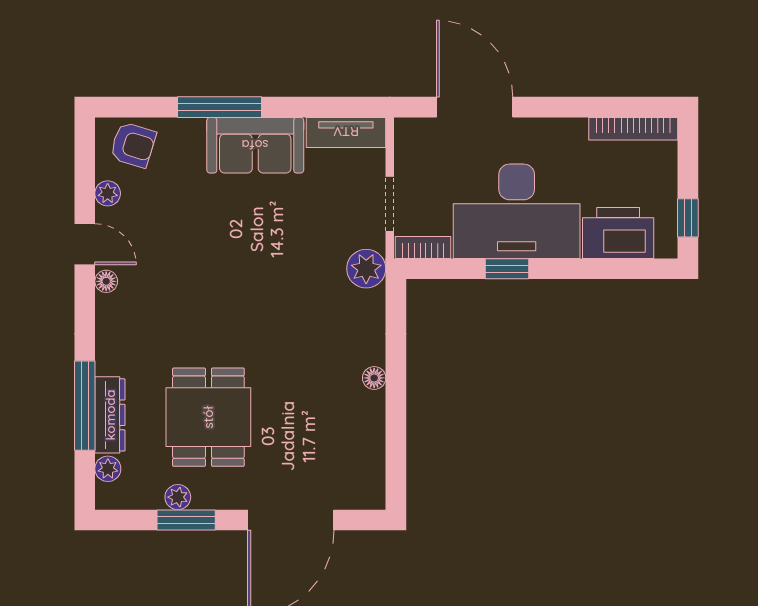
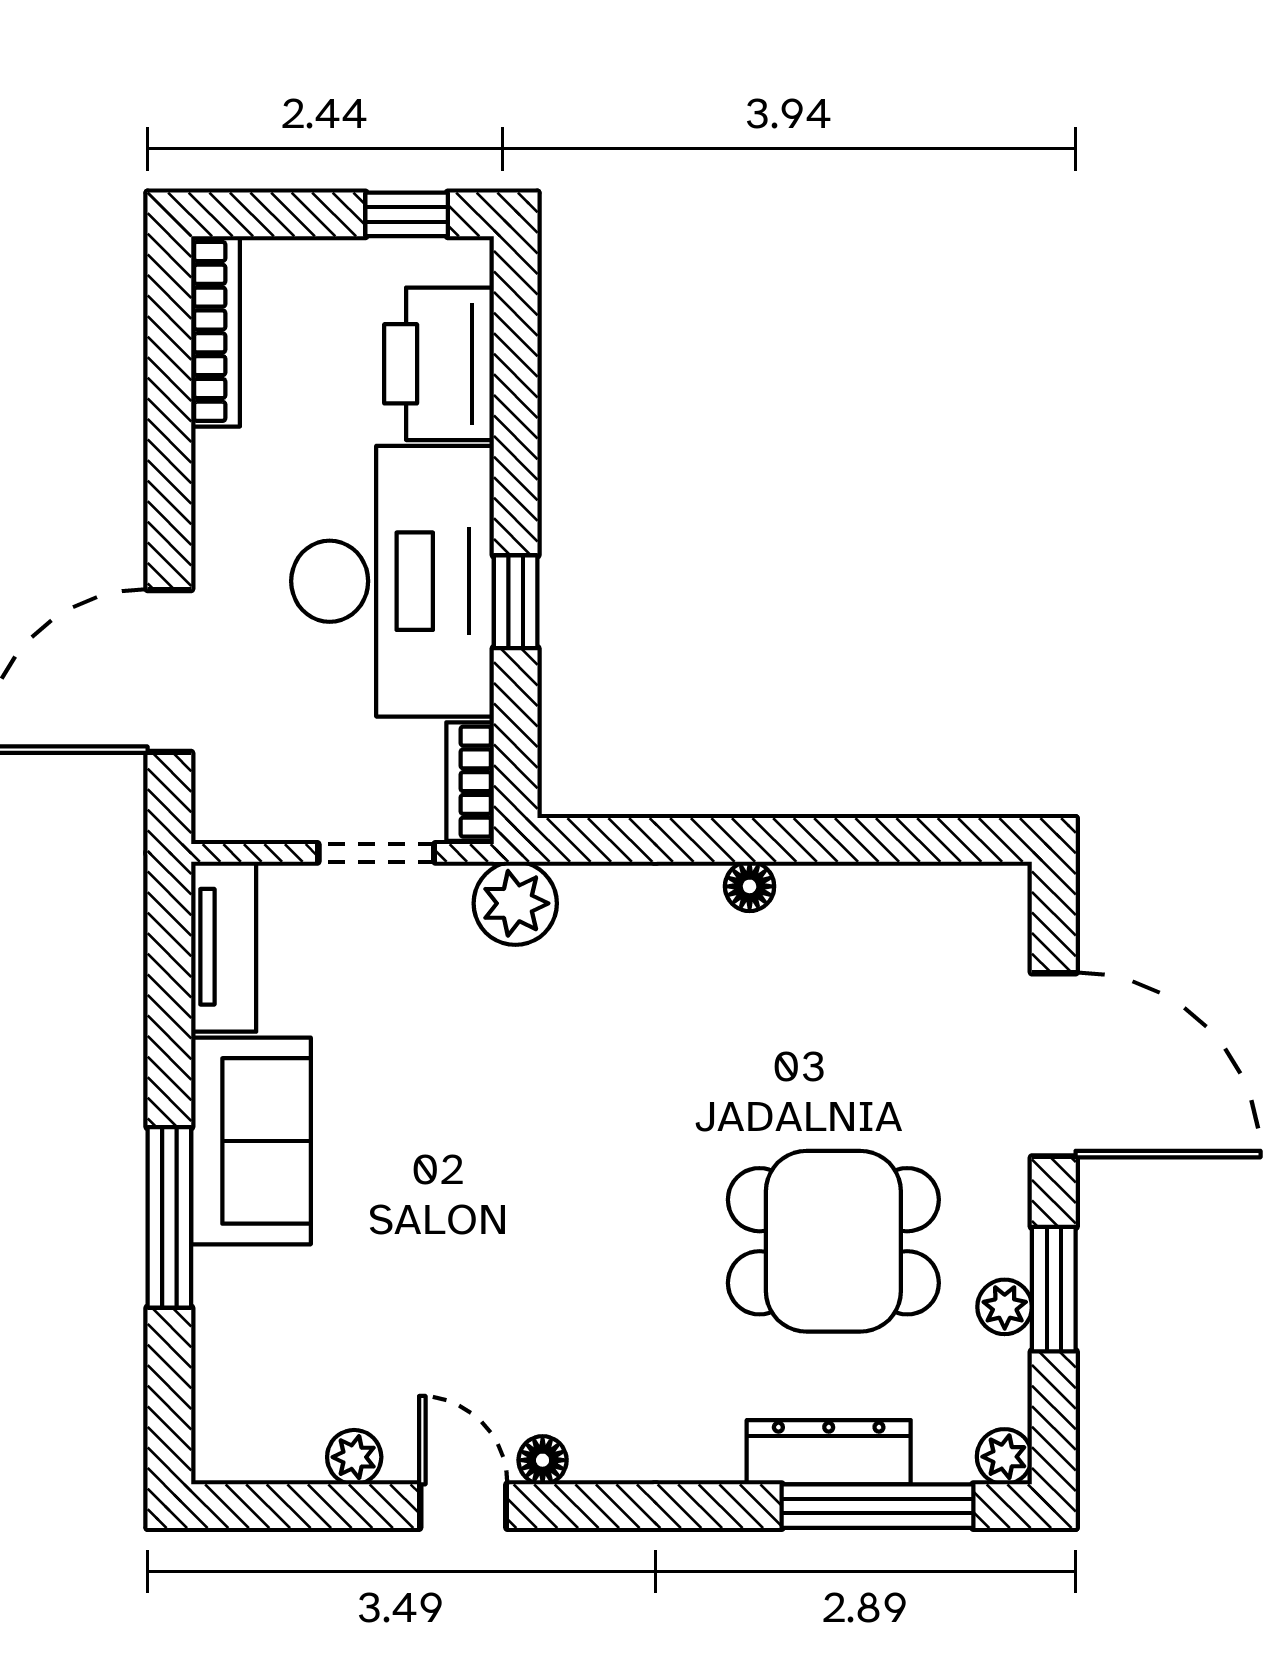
armchair: (133, 145) -> (250, 1403), removed
door: (85, 244) -> (463, 1506), hinge flipped
window: (85, 406) -> (878, 1506), moved
plant: (108, 469) -> (1004, 1457), moved

